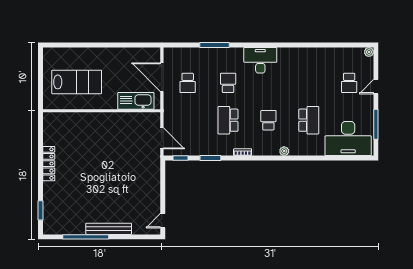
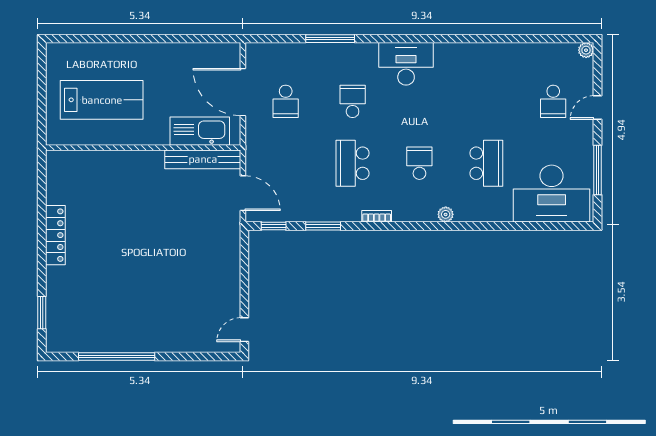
bench: (109, 229) -> (203, 159), moved

